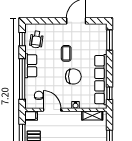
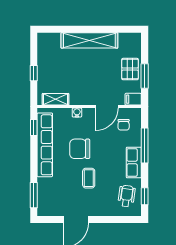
window: (22, 79) -> (145, 146), width x0.68
door: (52, 110) -> (107, 107), hinge flipped

